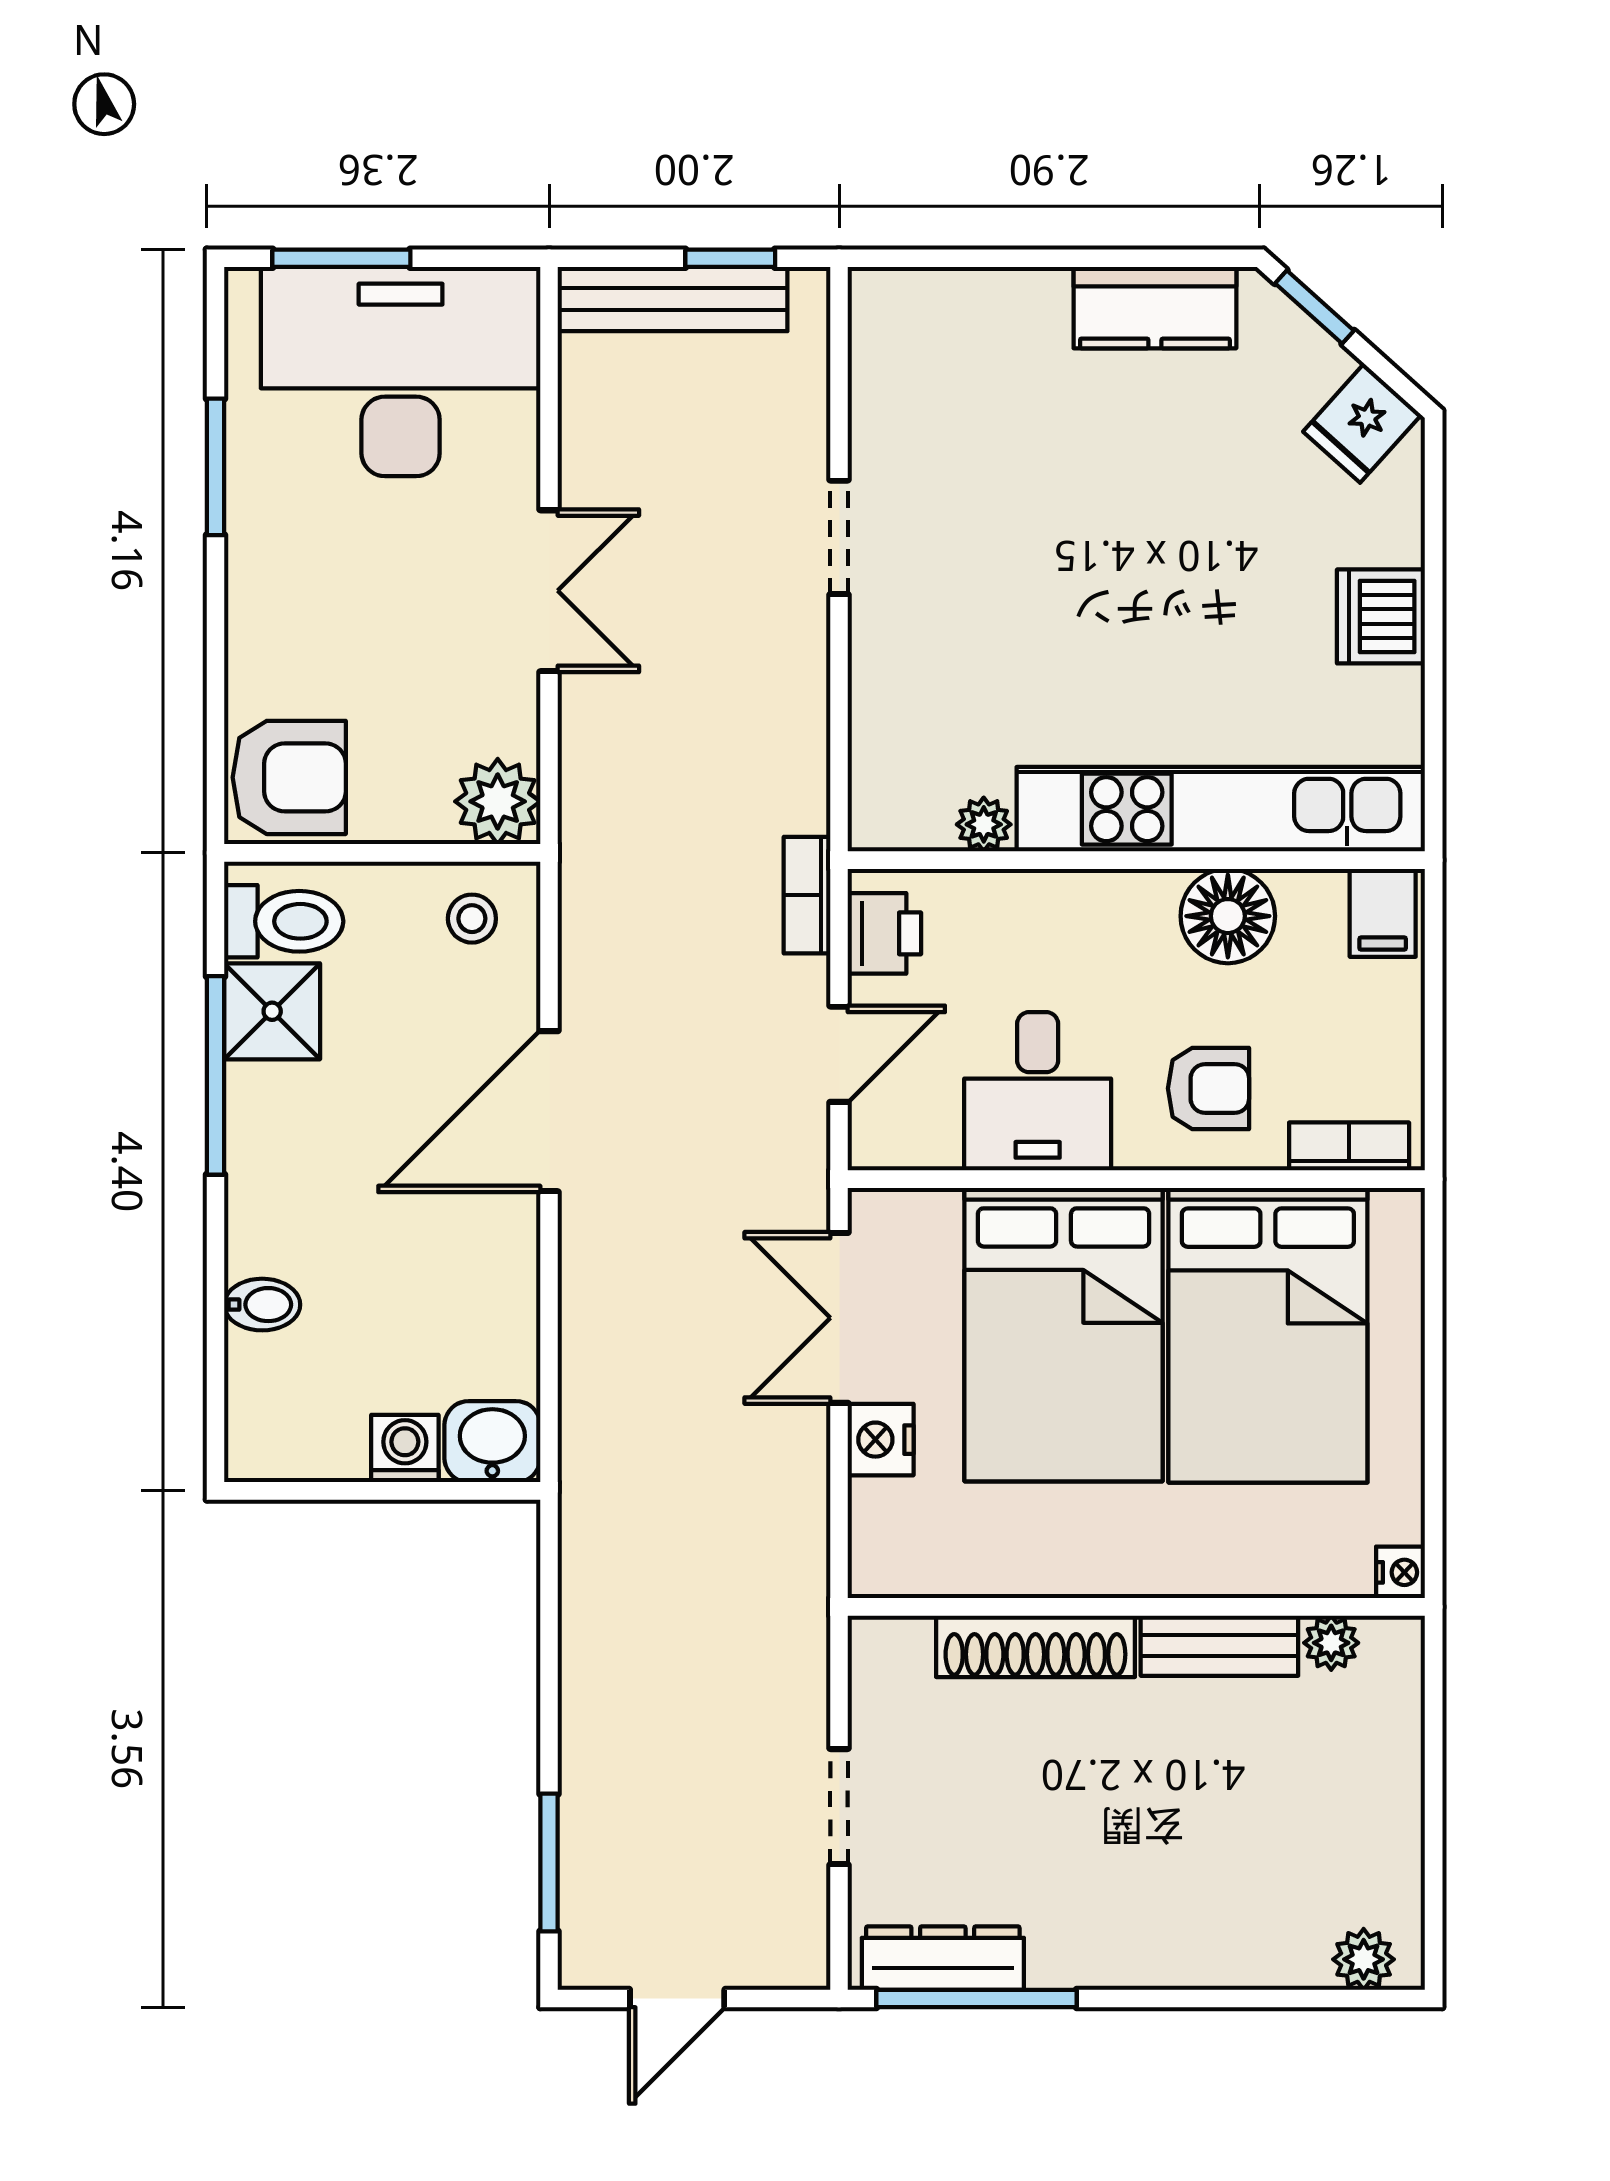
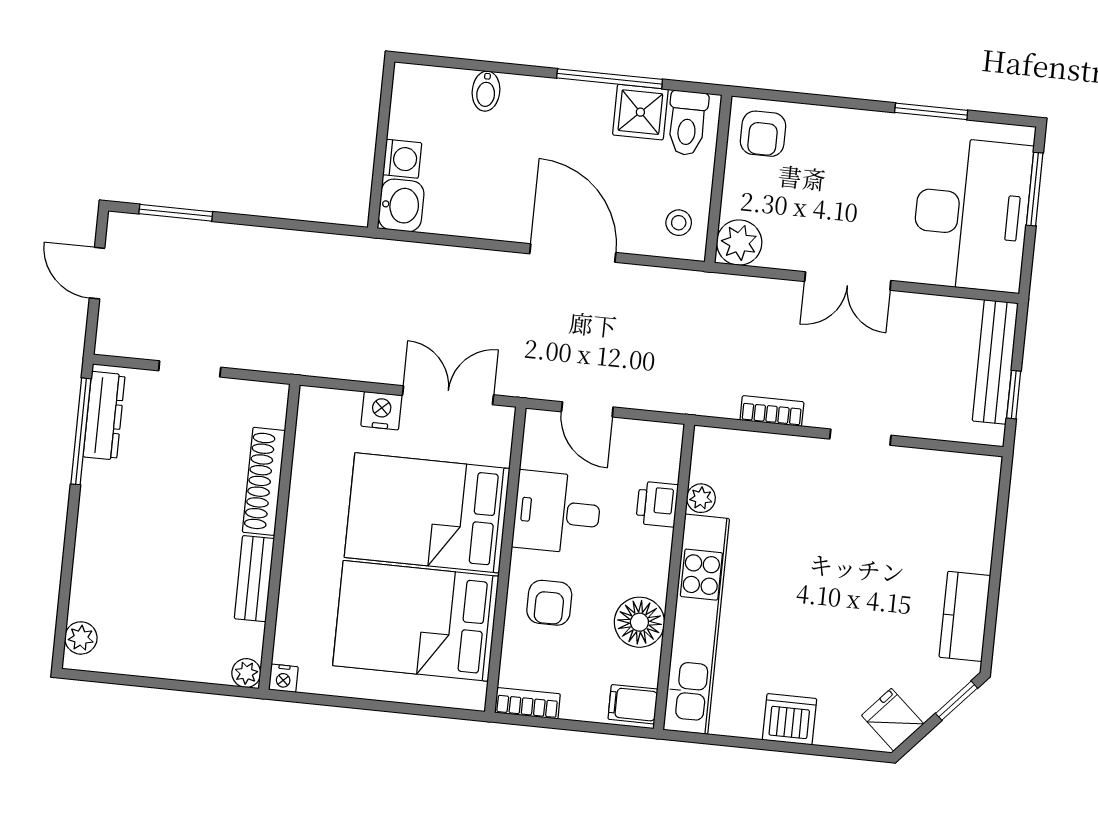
armchair: (289, 777) -> (763, 134), width x0.72, depth x0.72
bookcase: (807, 895) -> (772, 411), moved
printer: (884, 933) -> (657, 504), moved, turned 90
bookcase: (1349, 1146) -> (527, 703), moved, turned -90
plant: (1331, 1643) -> (246, 673), moved

